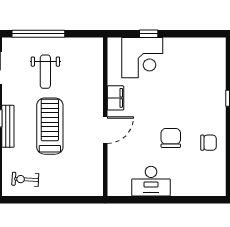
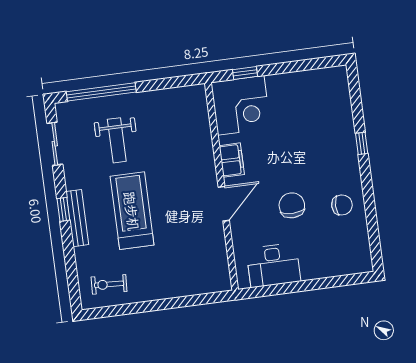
filing cabinet: (116, 98) -> (232, 160), moved
wall: (105, 117) -> (222, 186), moved
door: (105, 130) -> (224, 204), moved

